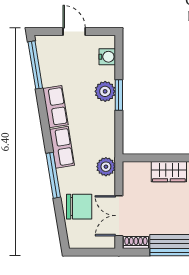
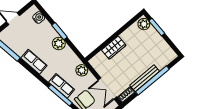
plant: (105, 91) -> (59, 44), moved
row of seats: (62, 147) -> (62, 86), moved

